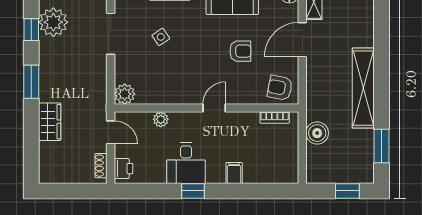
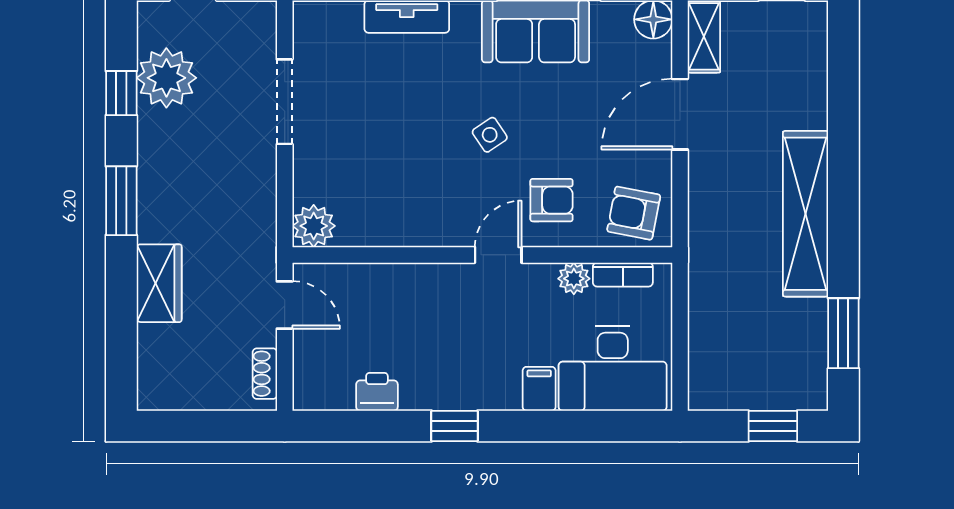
side table: (161, 37) -> (490, 135), moved
armchair: (240, 51) -> (552, 200), moved
plant: (161, 119) -> (574, 279), moved
boiler: (317, 133) -> (711, 306), removed
desk: (186, 163) -> (613, 368), moved, width x1.37
printer: (124, 169) -> (377, 392), moved, turned -90

